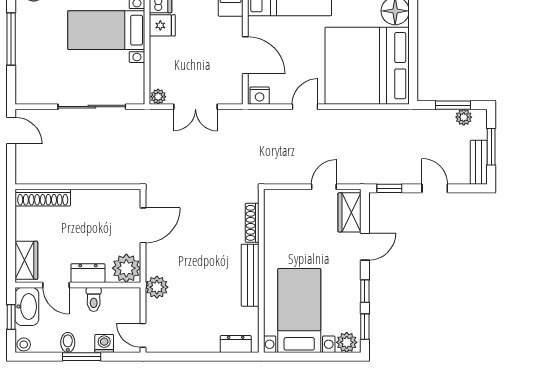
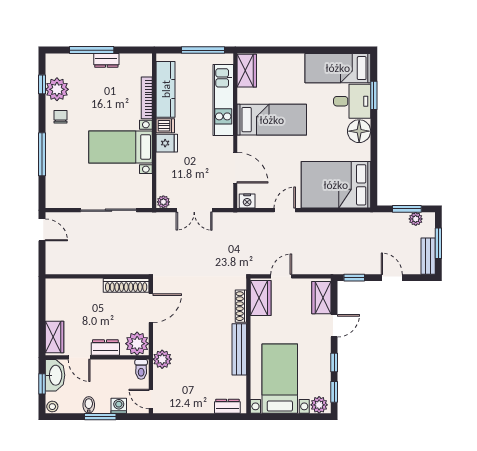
bed: (367, 66) -> (336, 185), width x0.73
door: (324, 187) -> (281, 276), moved
shoe rack: (43, 198) -> (126, 285), moved
wardrobe: (276, 213) -> (261, 298), added
toilet: (94, 299) -> (141, 369), moved

